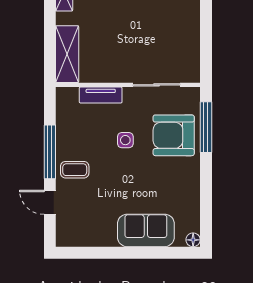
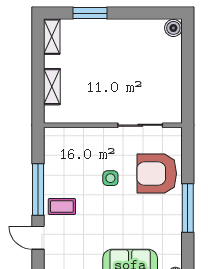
shelving: (67, 54) -> (52, 87), width x0.67, depth x0.75
tv unit: (101, 95) -> (87, 135), removed
window: (206, 127) -> (188, 208), moved

